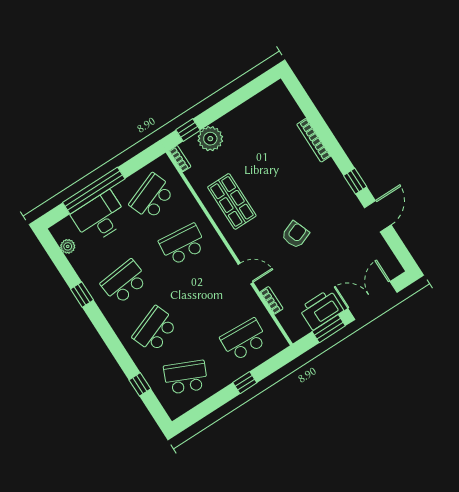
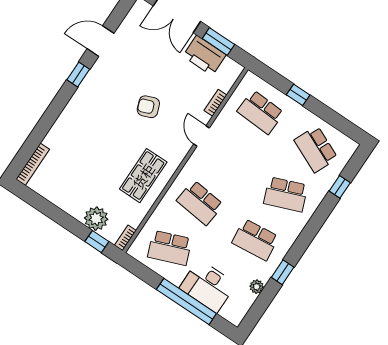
bookcase: (314, 140) -> (33, 164), moved
plant: (68, 246) -> (257, 287), moved

